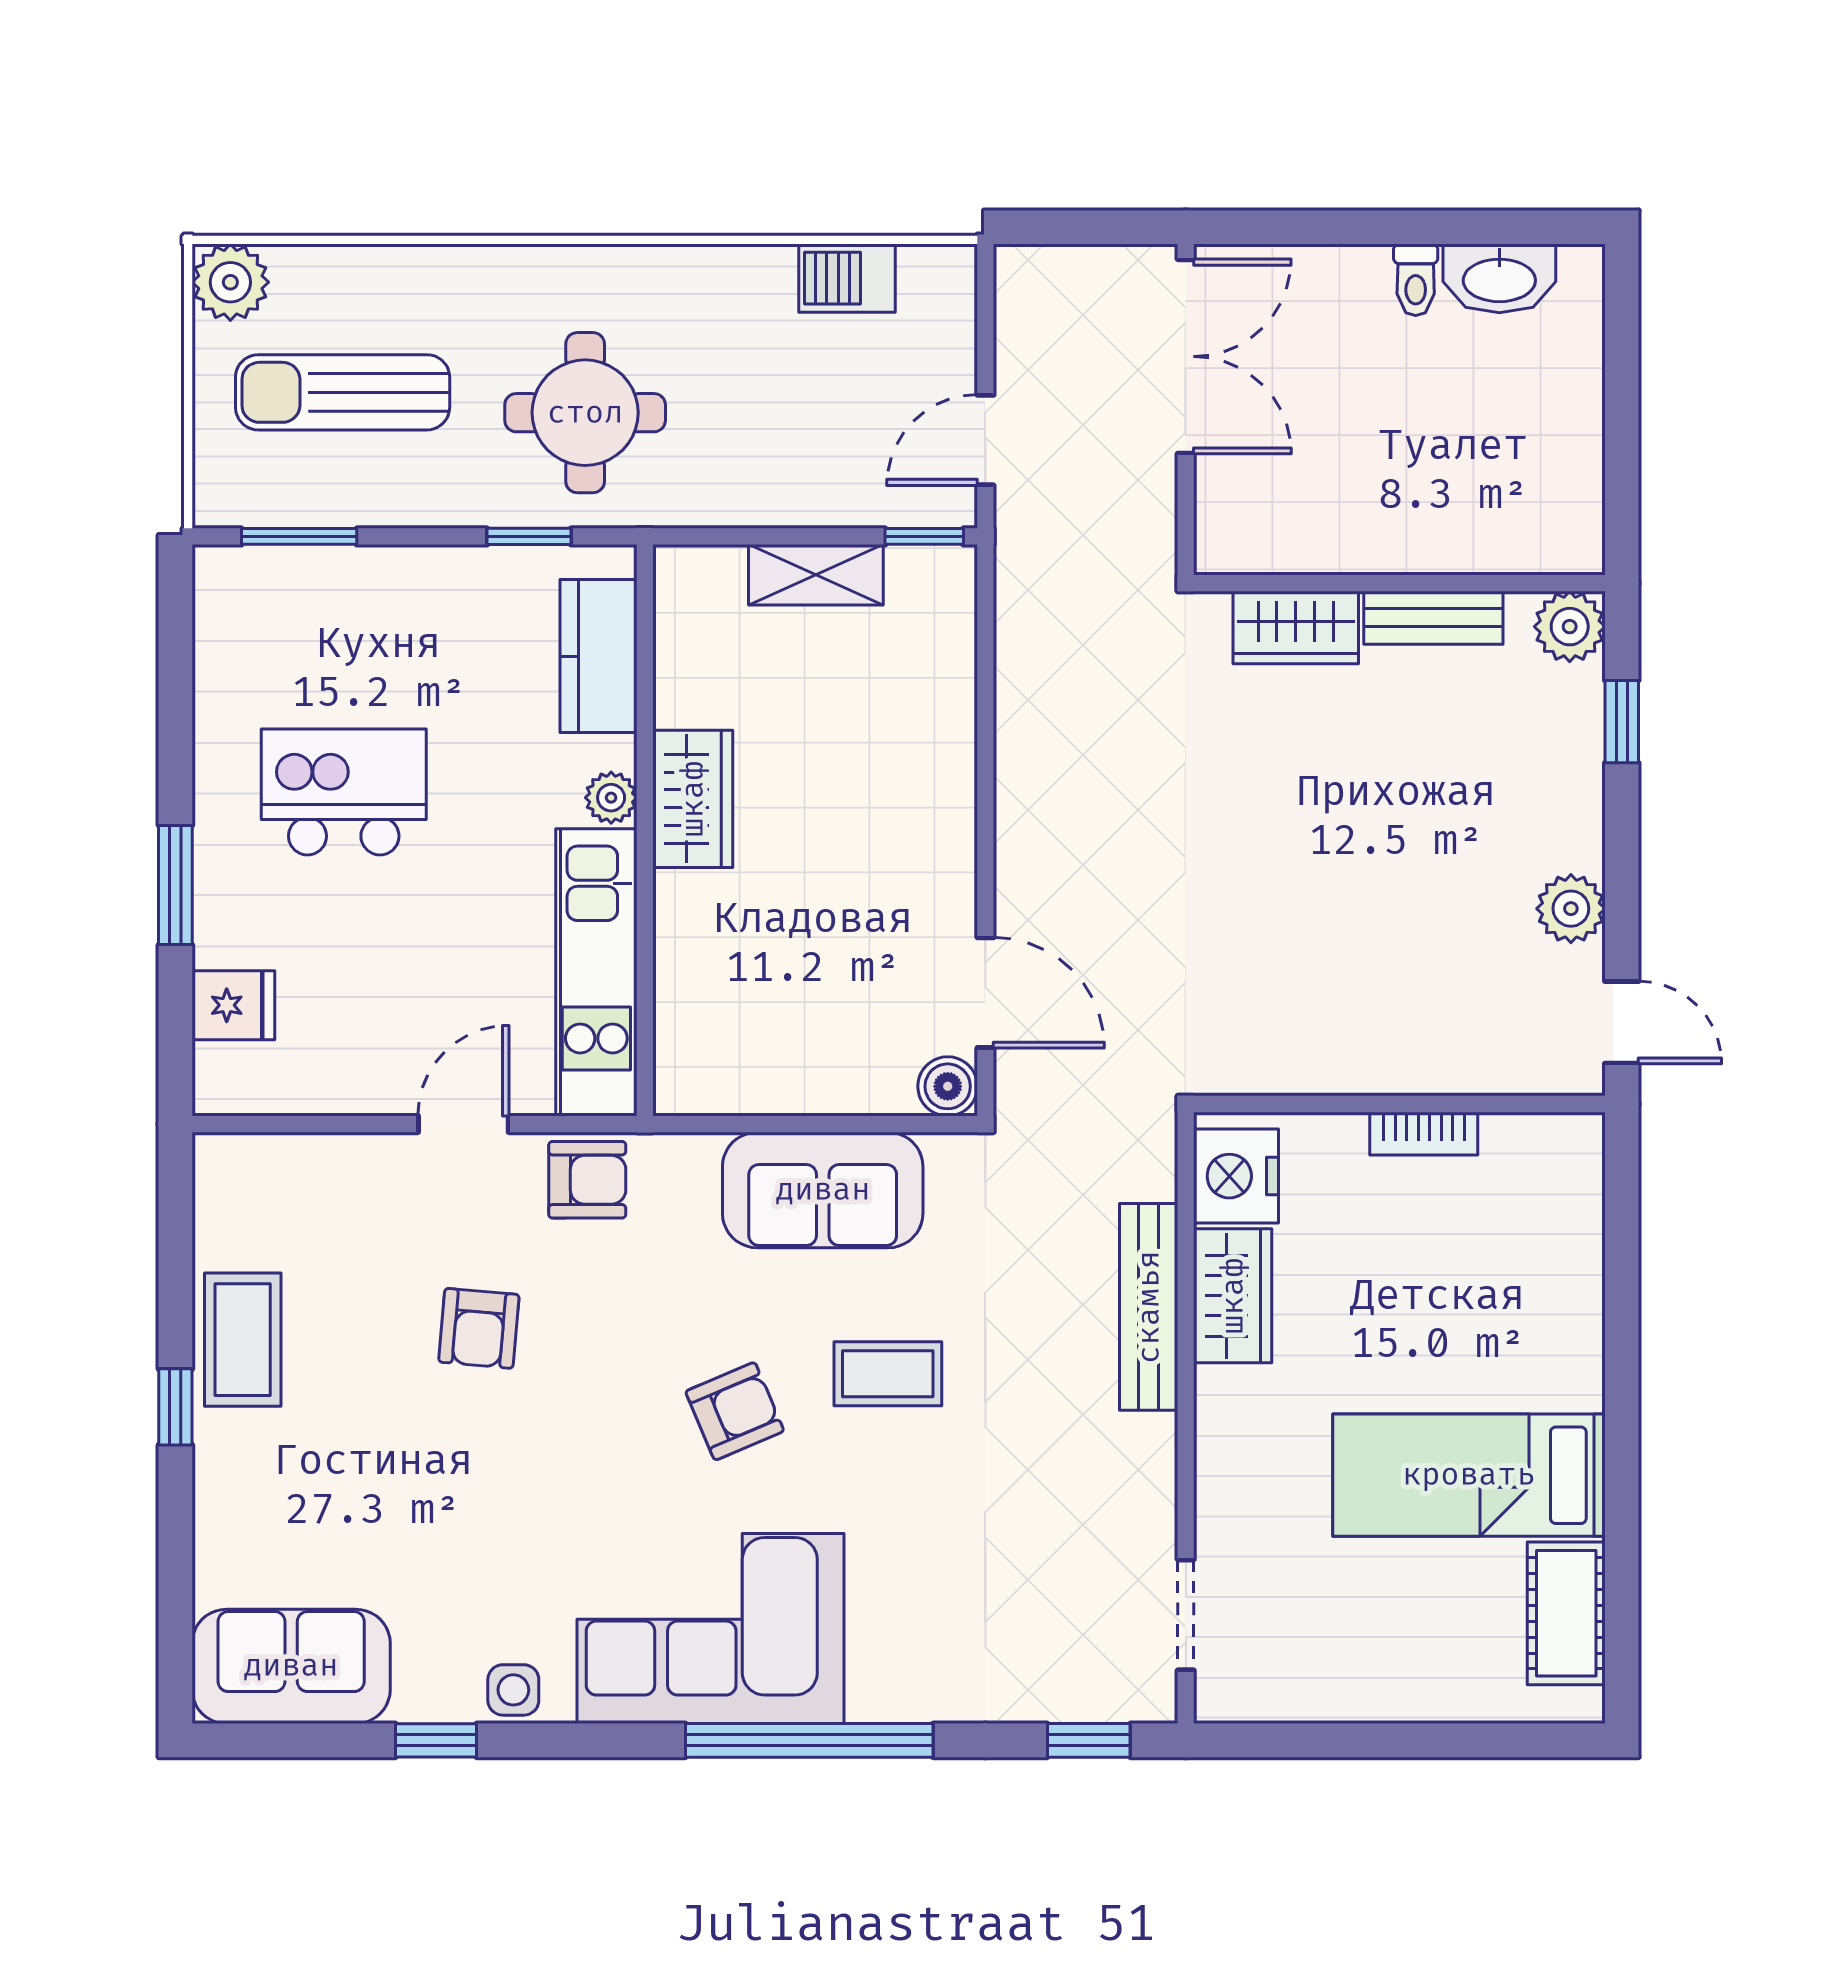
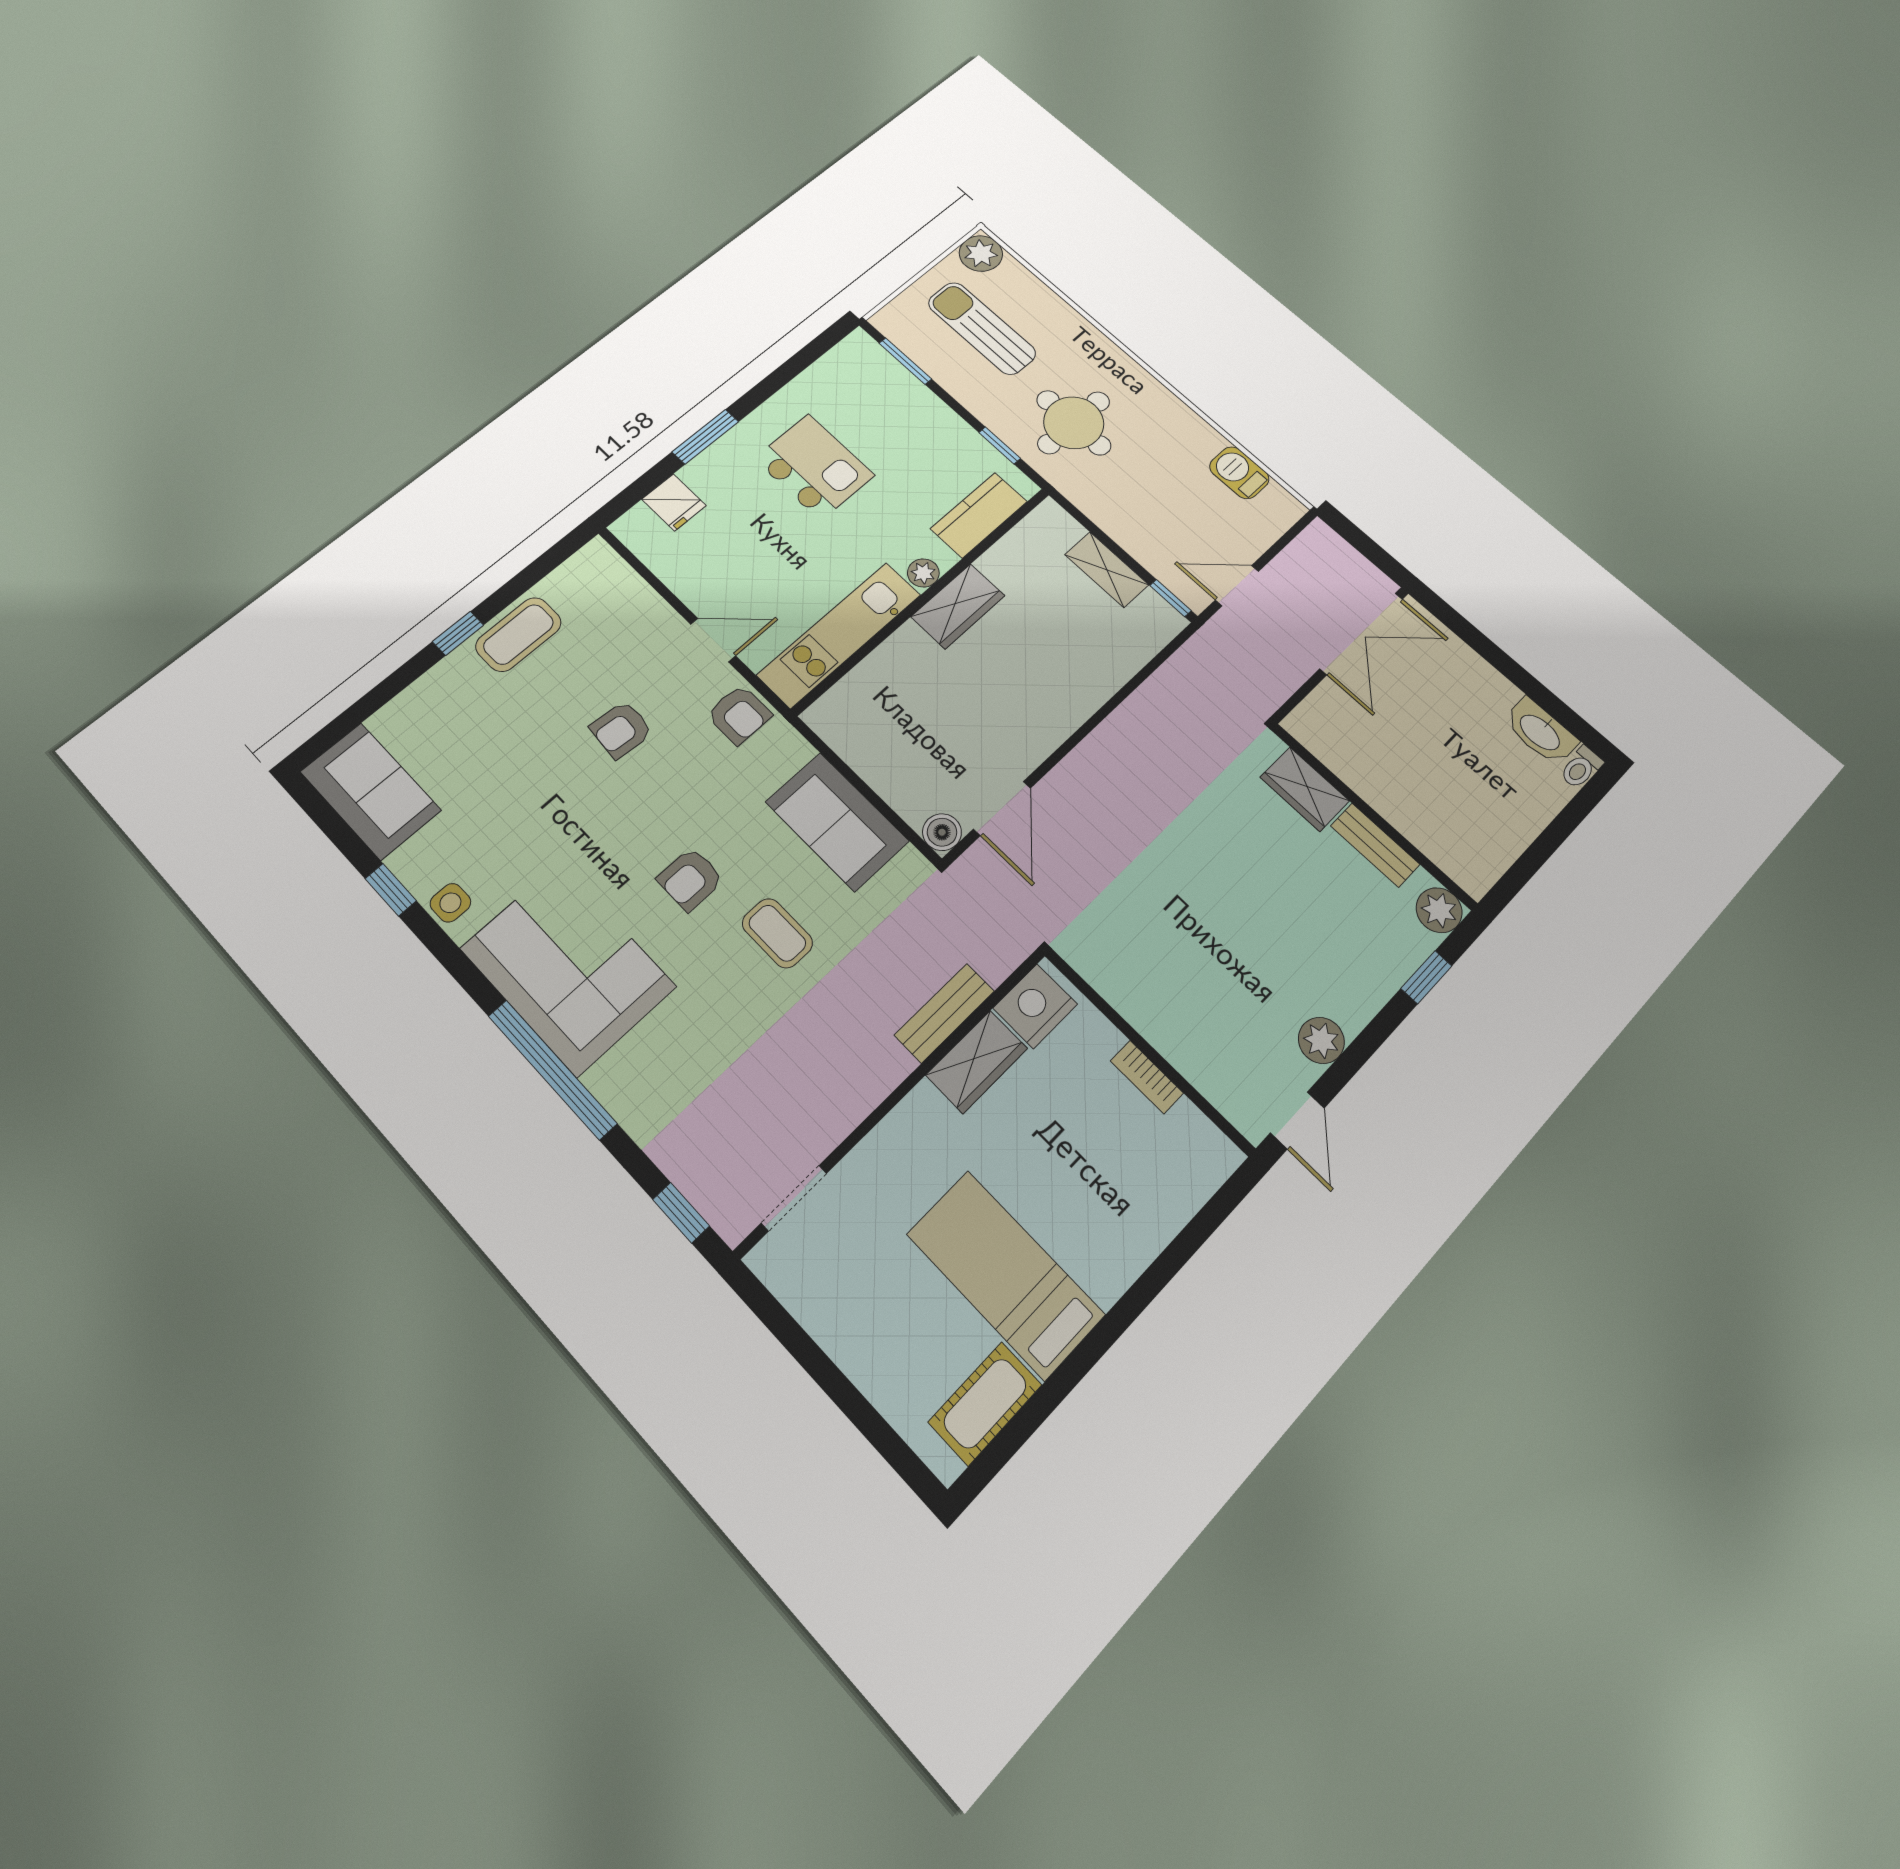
toilet: (1416, 280) -> (1581, 768), moved
bench: (1149, 1307) -> (944, 1013), width x0.73
armchair: (735, 1411) -> (690, 879), turned 113

